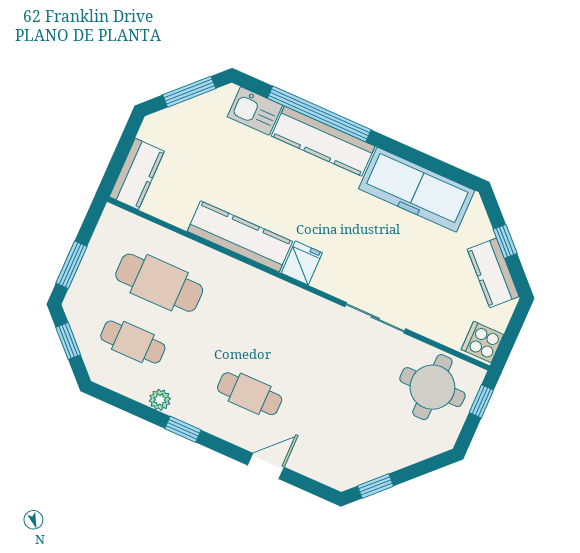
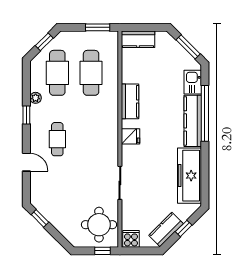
kitchen counter: (240, 236) -> (130, 101), width x0.67
window: (72, 265) -> (98, 27), moved
cafe table: (133, 342) -> (57, 73), width x1.37, depth x1.35

